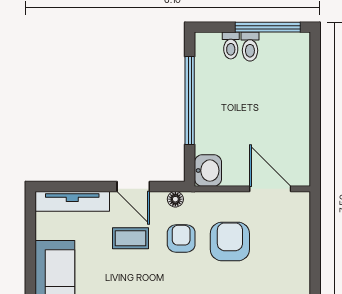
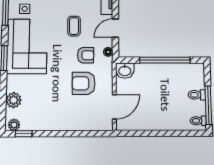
toilet: (231, 46) -> (198, 121), moved
coffee table: (131, 238) -> (74, 26), moved
armchair: (230, 242) -> (84, 83), turned 180

